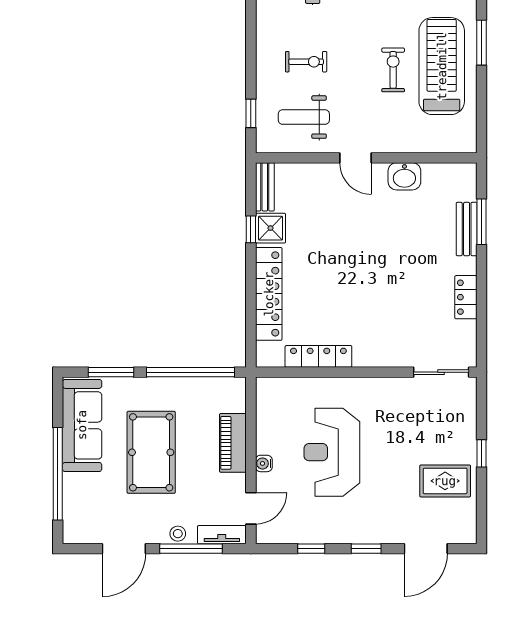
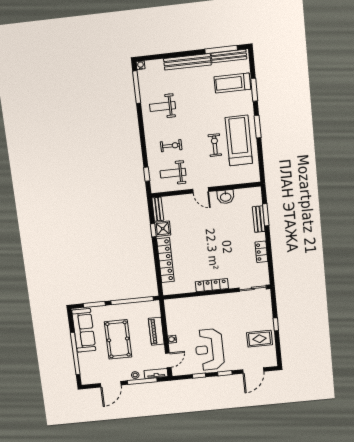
locker: (318, 356) -> (212, 285), moved
reception desk: (332, 452) -> (209, 349), moved

